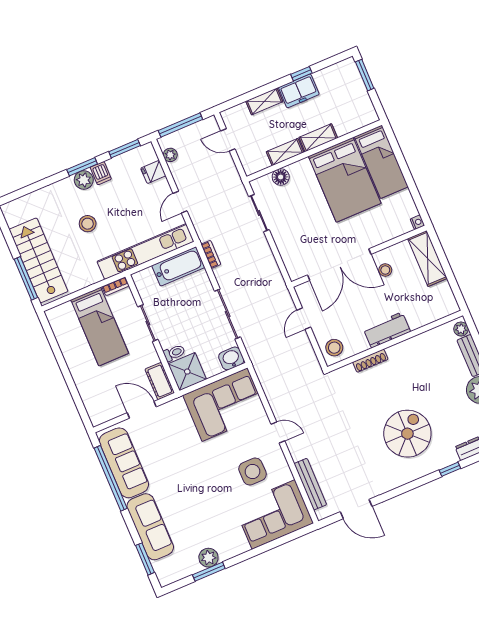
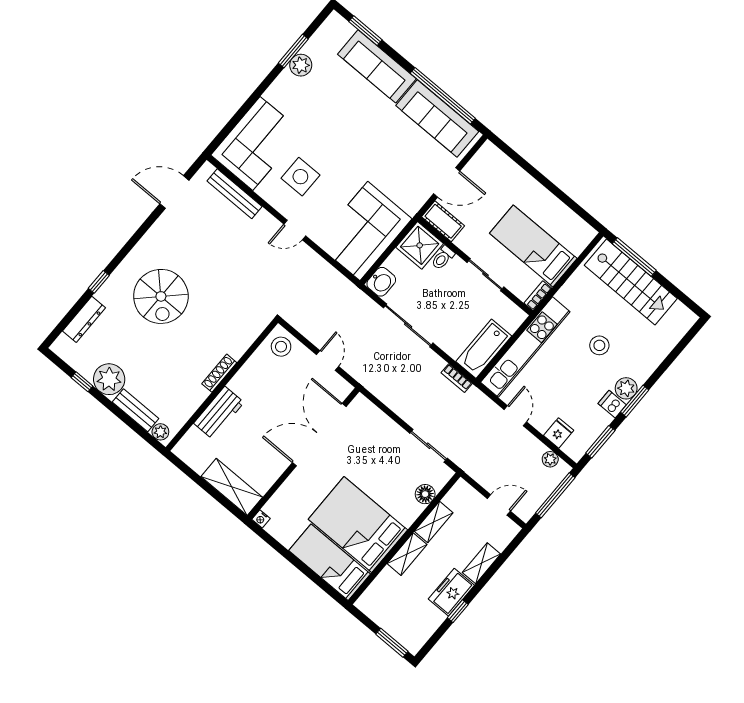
stool: (385, 270) -> (269, 453), removed
workbench: (387, 330) -> (219, 413), moved
shoe rack: (370, 361) -> (219, 373), moved

